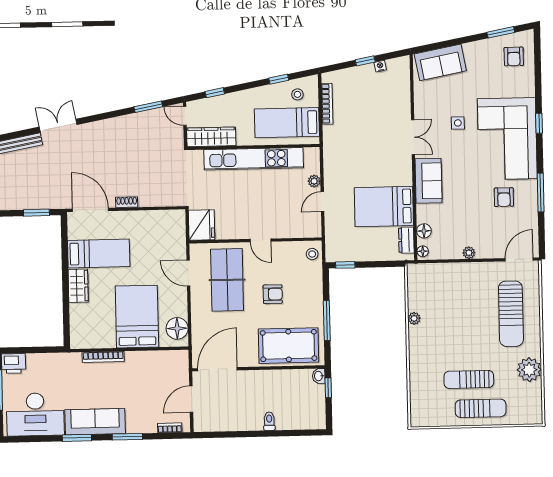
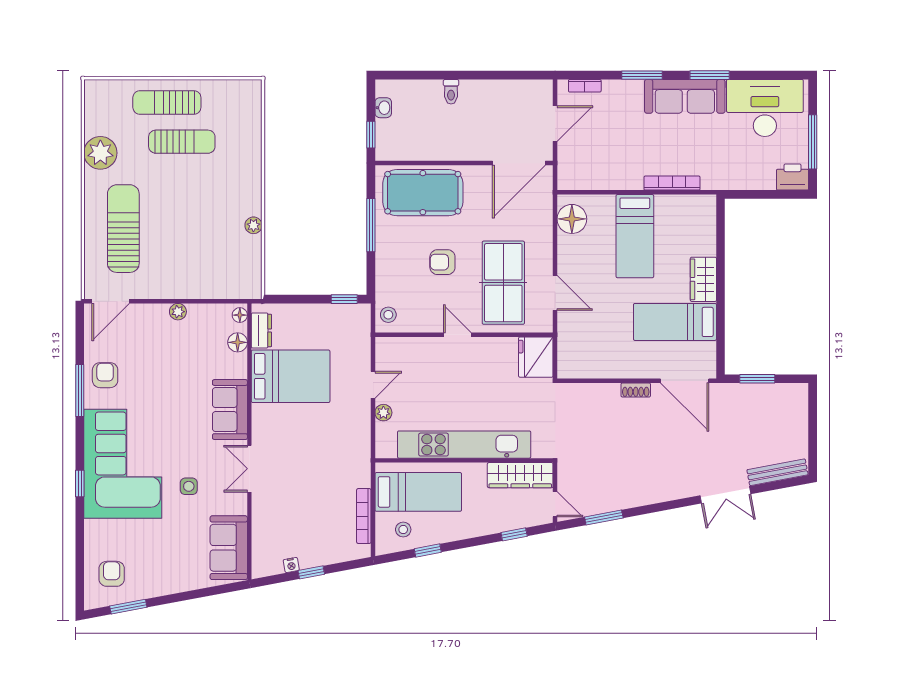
sofa: (440, 62) -> (229, 548), moved, turned -79
armchair: (504, 197) -> (105, 375), moved
bed: (137, 317) -> (635, 236), width x0.67
washbasin: (319, 376) -> (383, 108), moved

